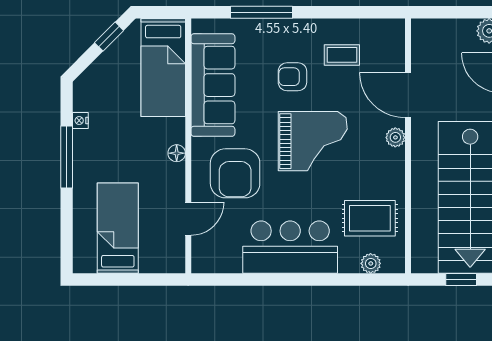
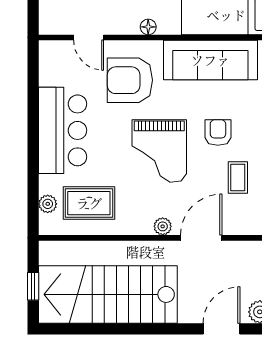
rug: (370, 218) -> (89, 203), turned 90

